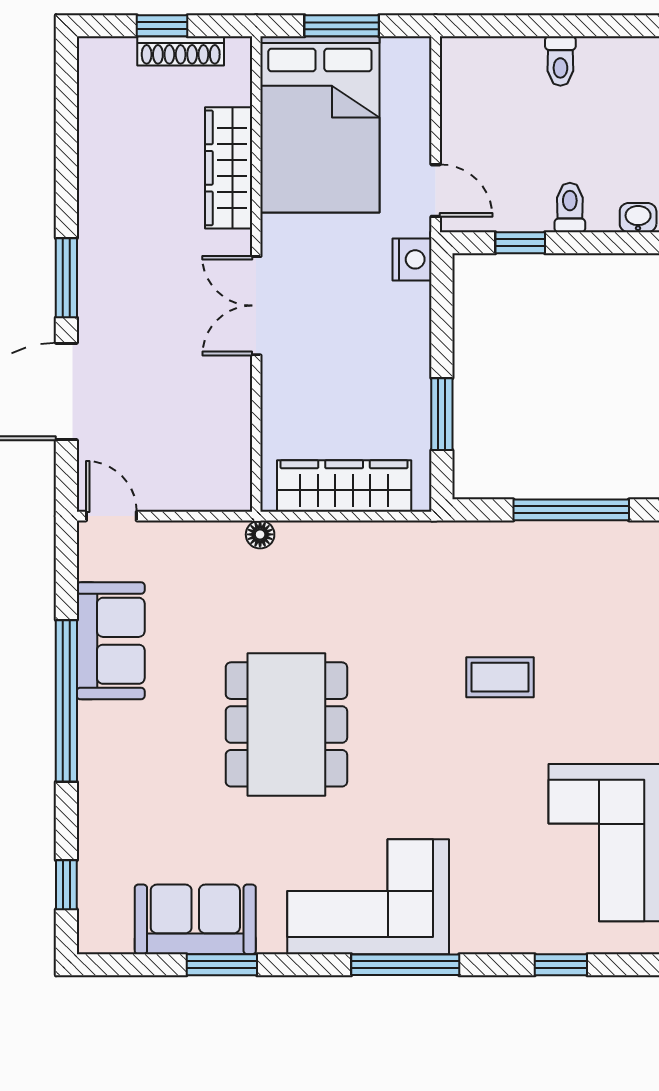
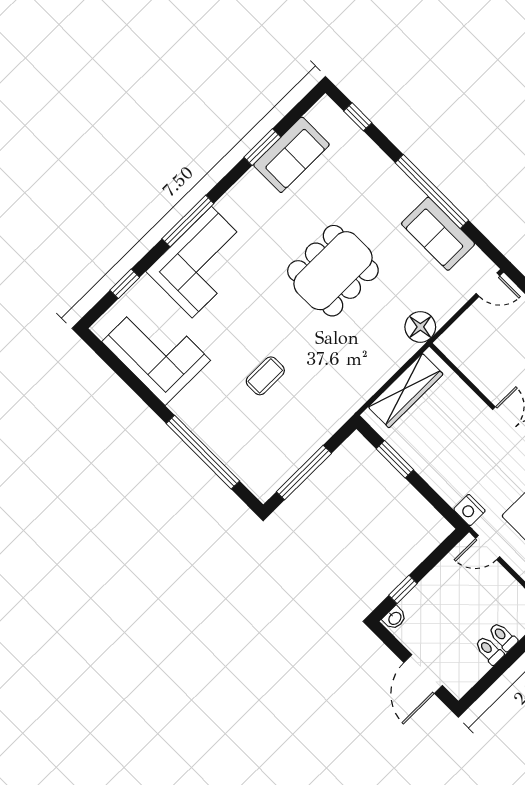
toilet: (570, 208) -> (503, 637), moved, turned 180
window: (520, 243) -> (403, 589), moved
floor lamp: (260, 534) -> (420, 327), width x1.89, depth x1.89
dining table: (286, 724) -> (333, 271), turned 90
corner sofa: (368, 897) -> (202, 262), moved

